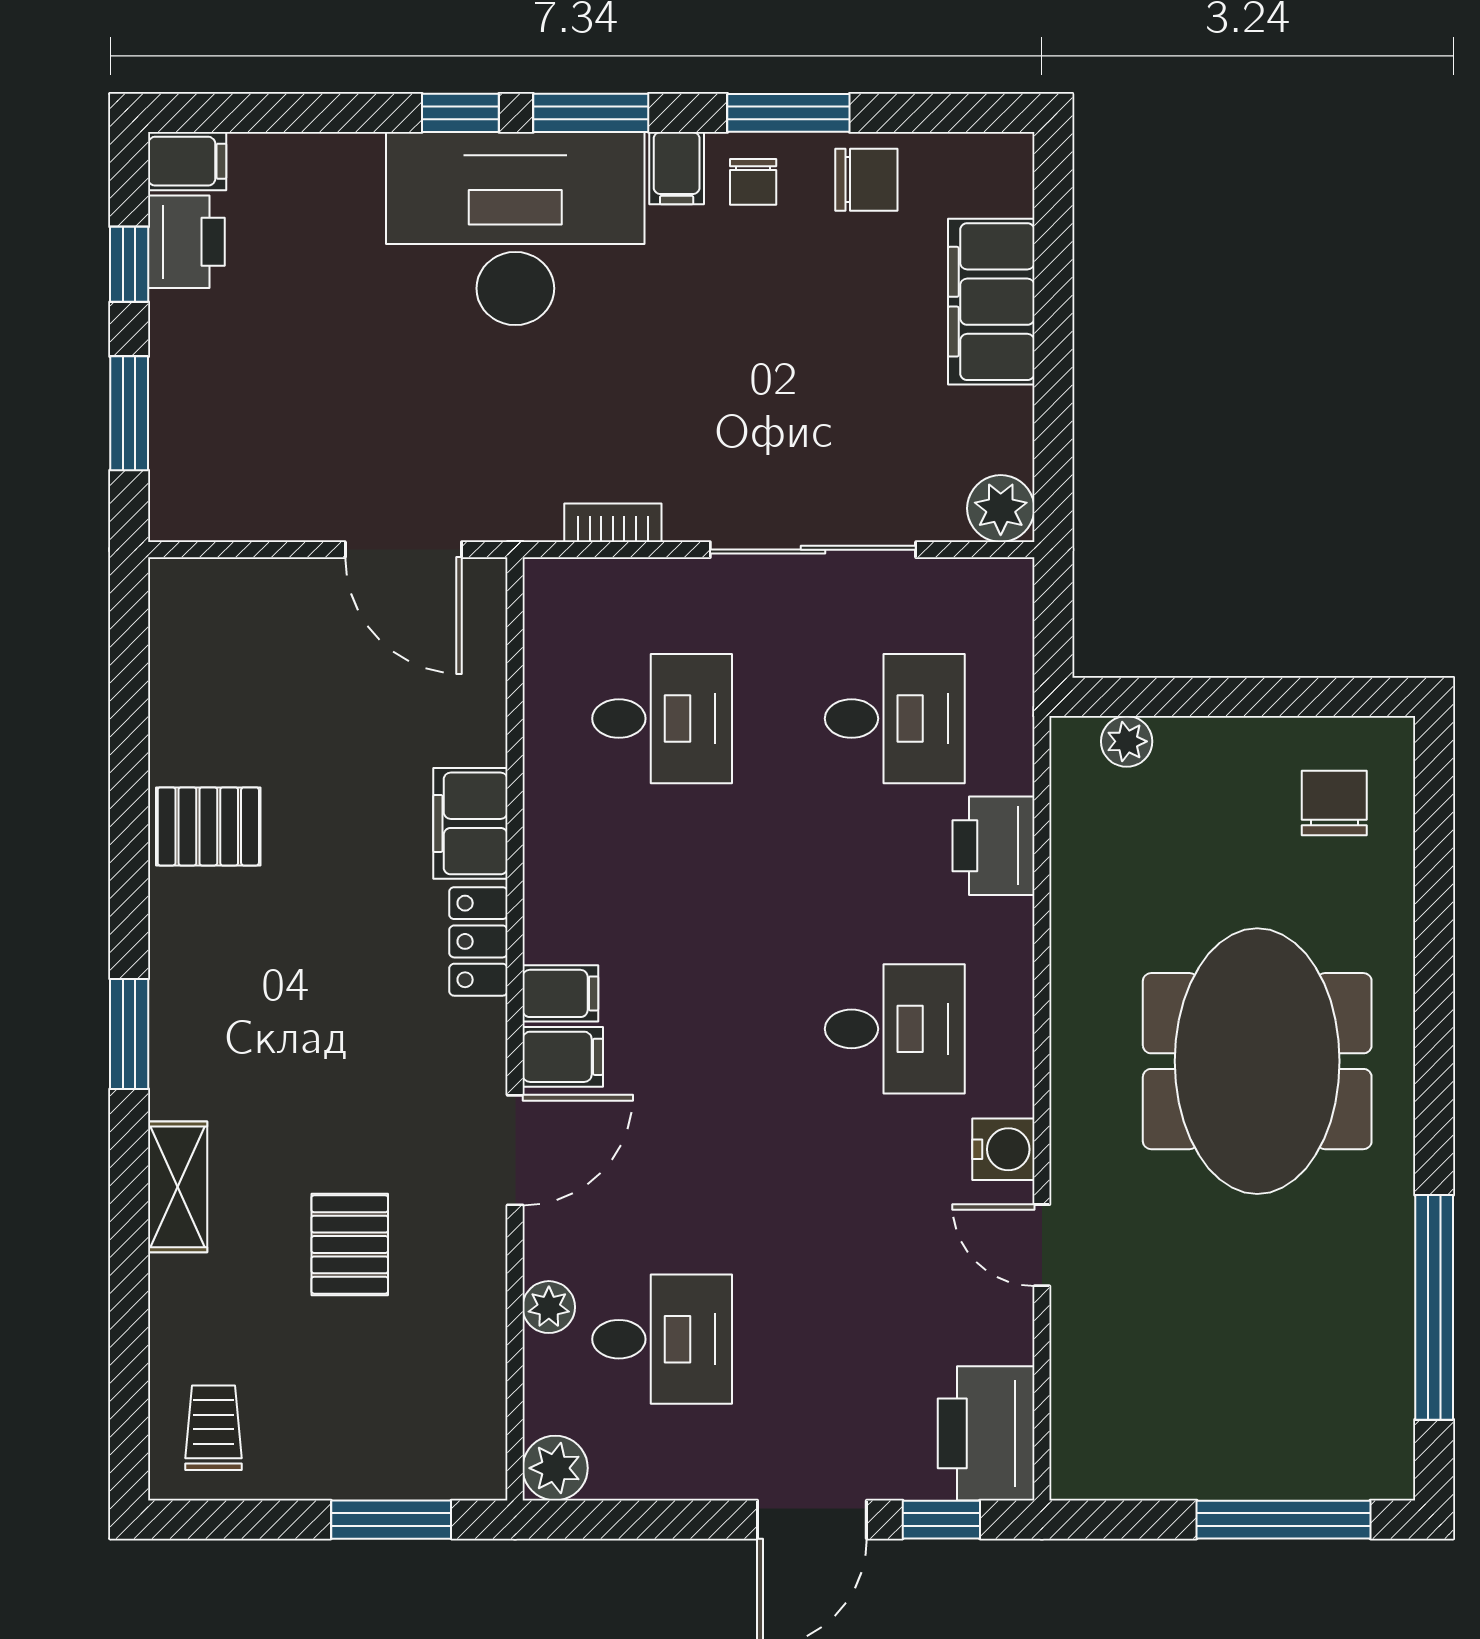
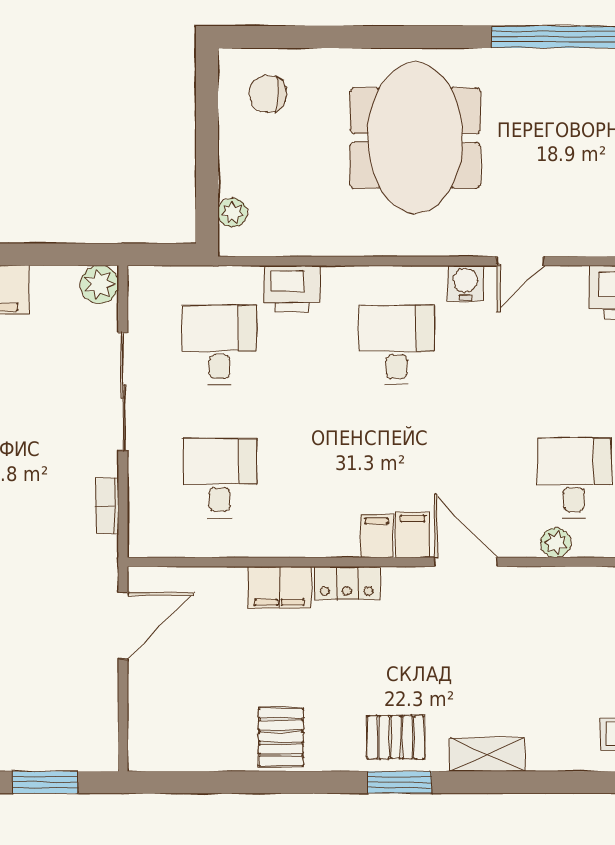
meeting table: (1257, 1061) -> (415, 138), turned 90
pallet: (350, 1244) -> (396, 737), moved

